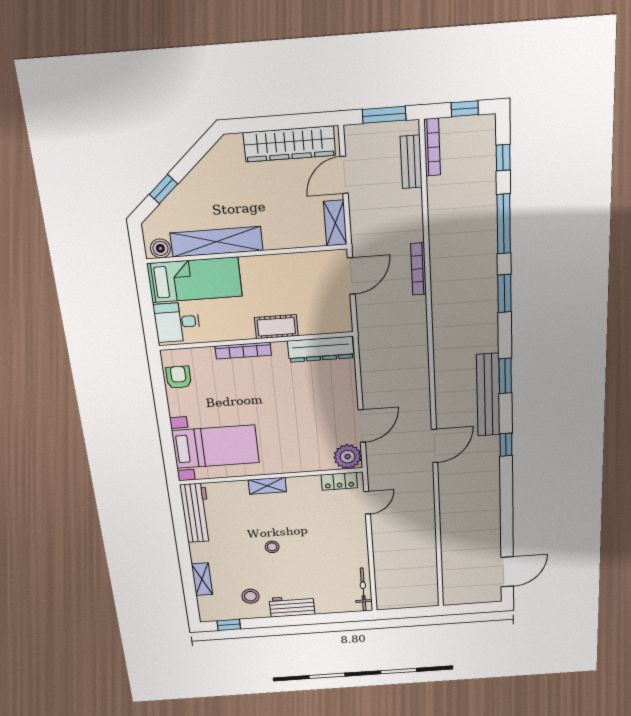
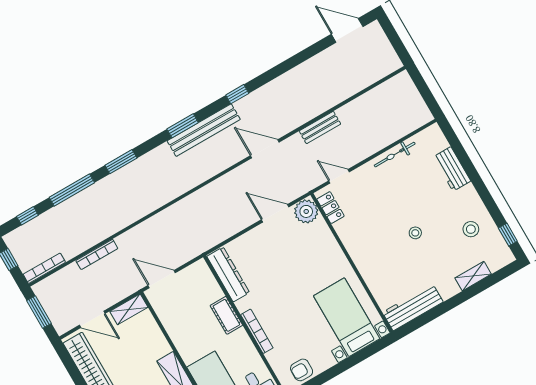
bench: (411, 162) -> (320, 128), moved
bookcase: (419, 269) -> (97, 254), moved
shelving: (267, 486) -> (361, 262), removed
bicycle: (363, 590) -> (395, 155), moved
workbench: (292, 606) -> (452, 169), moved

